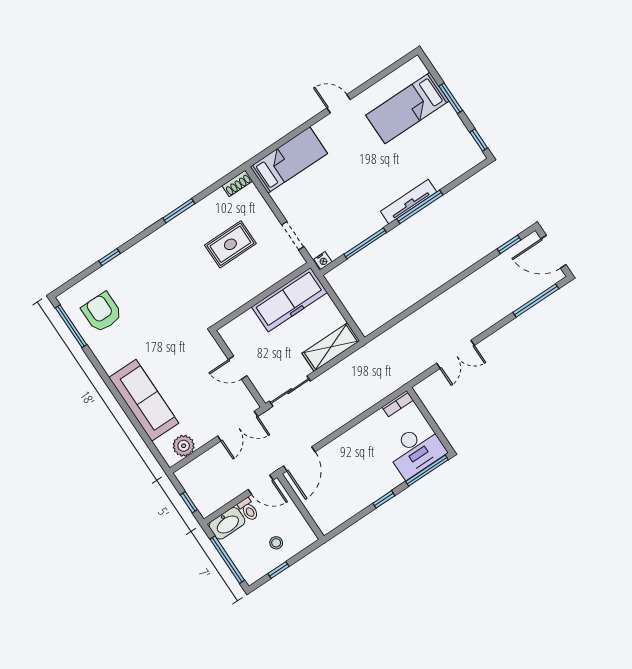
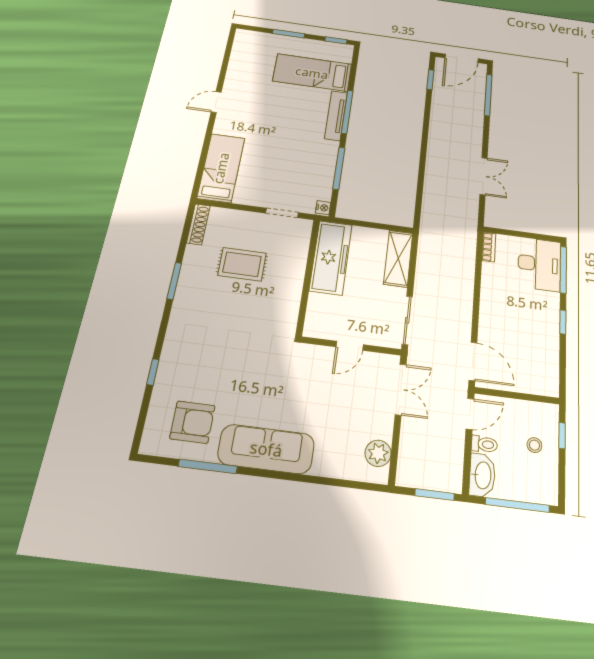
bed: (407, 108) -> (312, 73), moved, turned 90
shoe rack: (237, 183) -> (198, 224), width x1.43
rug: (230, 244) -> (242, 264), turned 90
armchair: (102, 312) -> (192, 422), turned 180
window: (71, 326) -> (208, 466), moved
sofa: (144, 400) -> (266, 449), moved
window: (189, 502) -> (435, 495), width x1.50
window: (278, 570) -> (562, 436), moved

